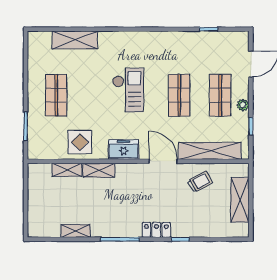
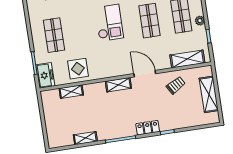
freezer: (124, 150) -> (45, 75), moved, turned 90
shelving: (210, 151) -> (187, 59), width x0.68
shelving: (99, 170) -> (118, 85), moved

